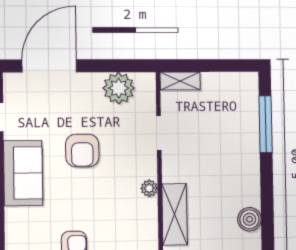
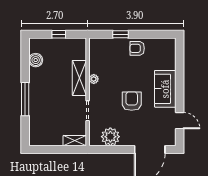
window: (266, 124) -> (25, 99), moved
shelving: (175, 214) -> (79, 78), moved

